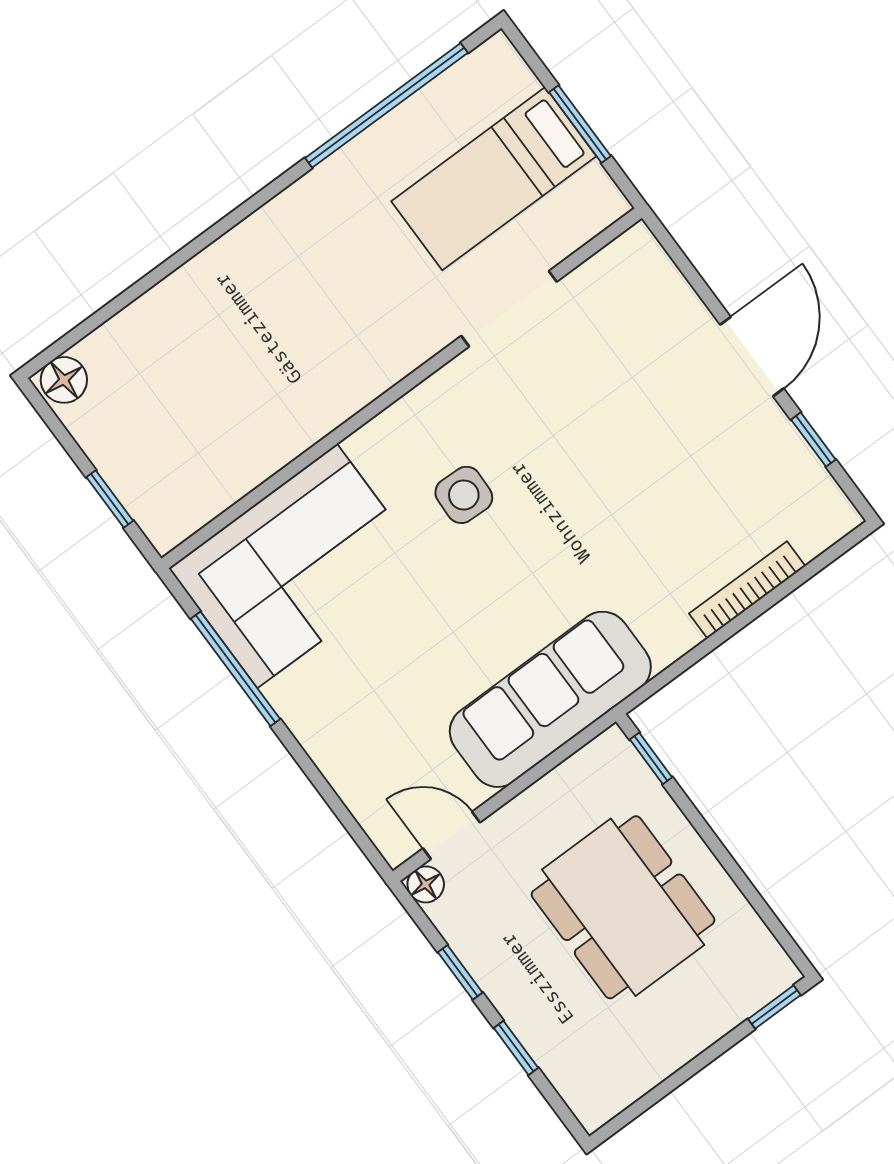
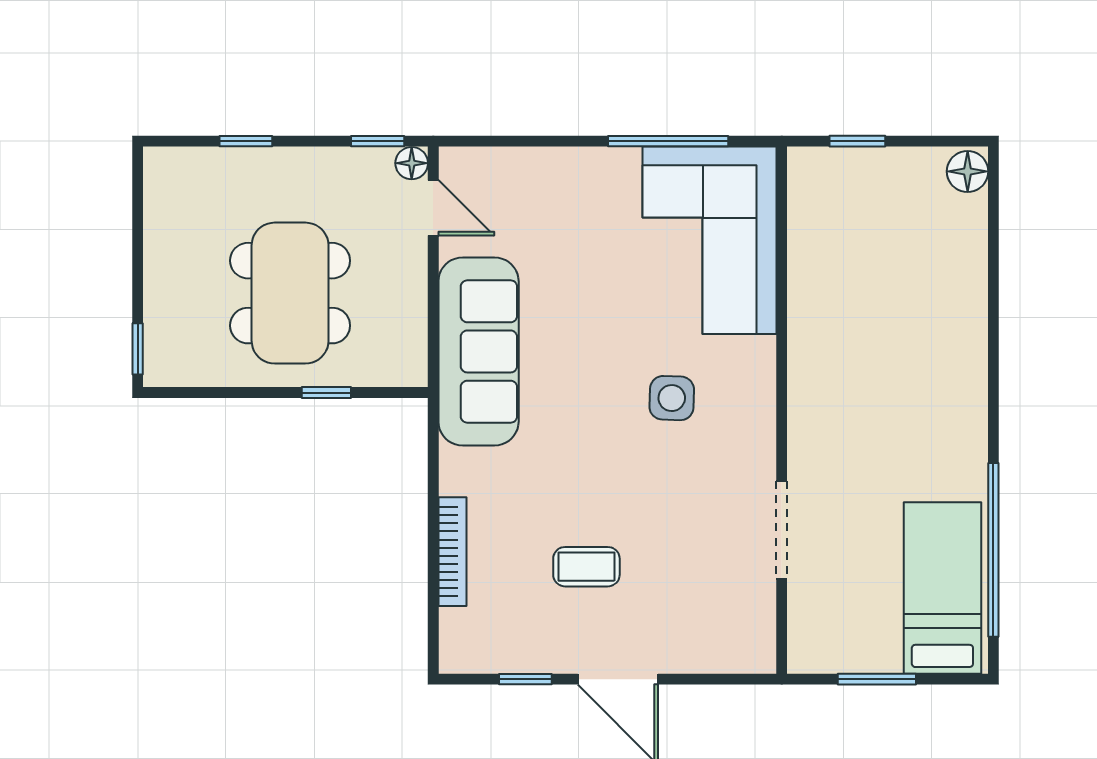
bed: (494, 179) -> (942, 588), moved
coffee table: (672, 460) -> (586, 567), added
window: (651, 758) -> (326, 393), moved
door: (451, 835) -> (433, 208), hinge flipped
dining table: (623, 907) -> (290, 293), turned 90
window: (460, 972) -> (378, 141), moved

